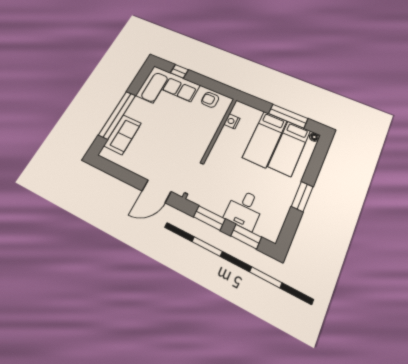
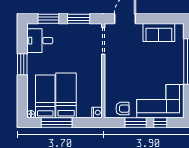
window: (204, 81) -> (136, 123), added
nightstand: (232, 121) -> (97, 113), moved
sofa: (123, 134) -> (159, 32), moved, turned -90
desk: (244, 209) -> (40, 41), moved, turned -90

